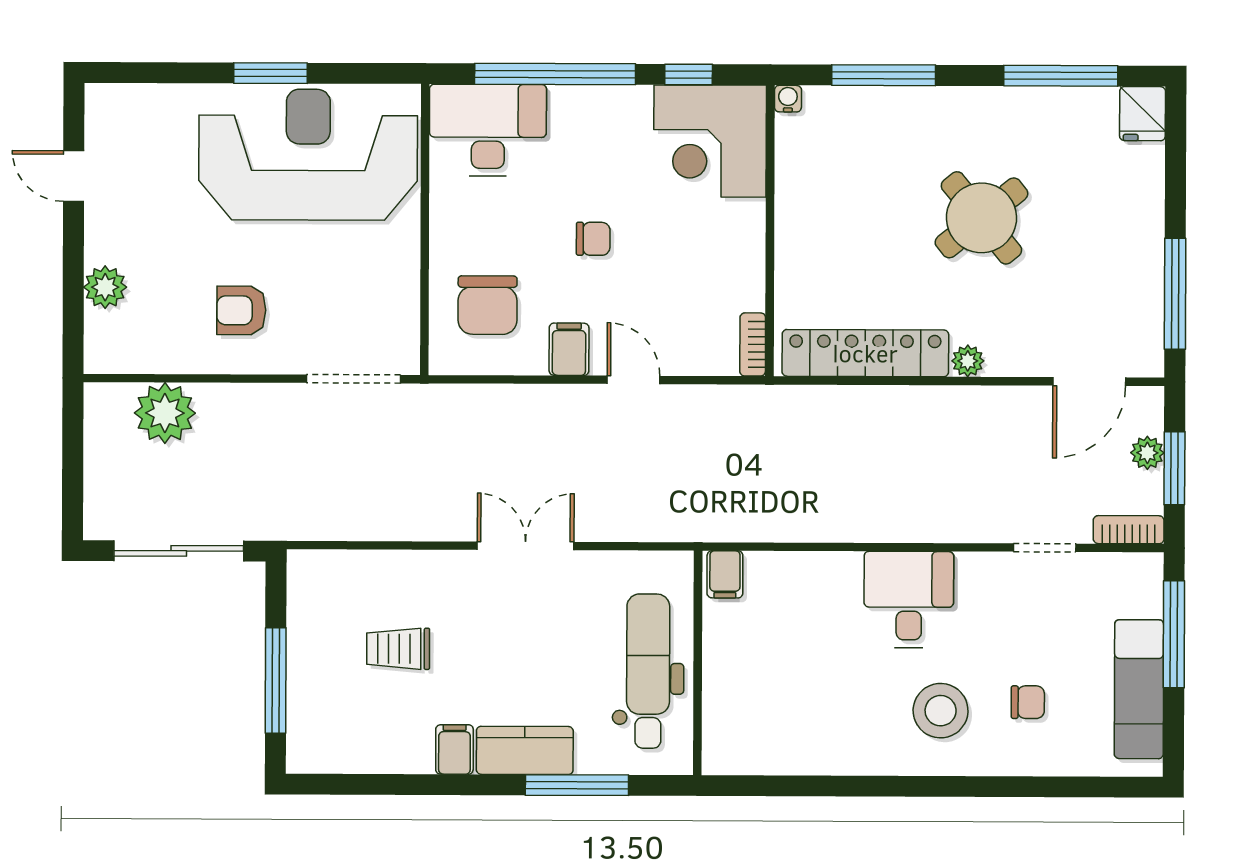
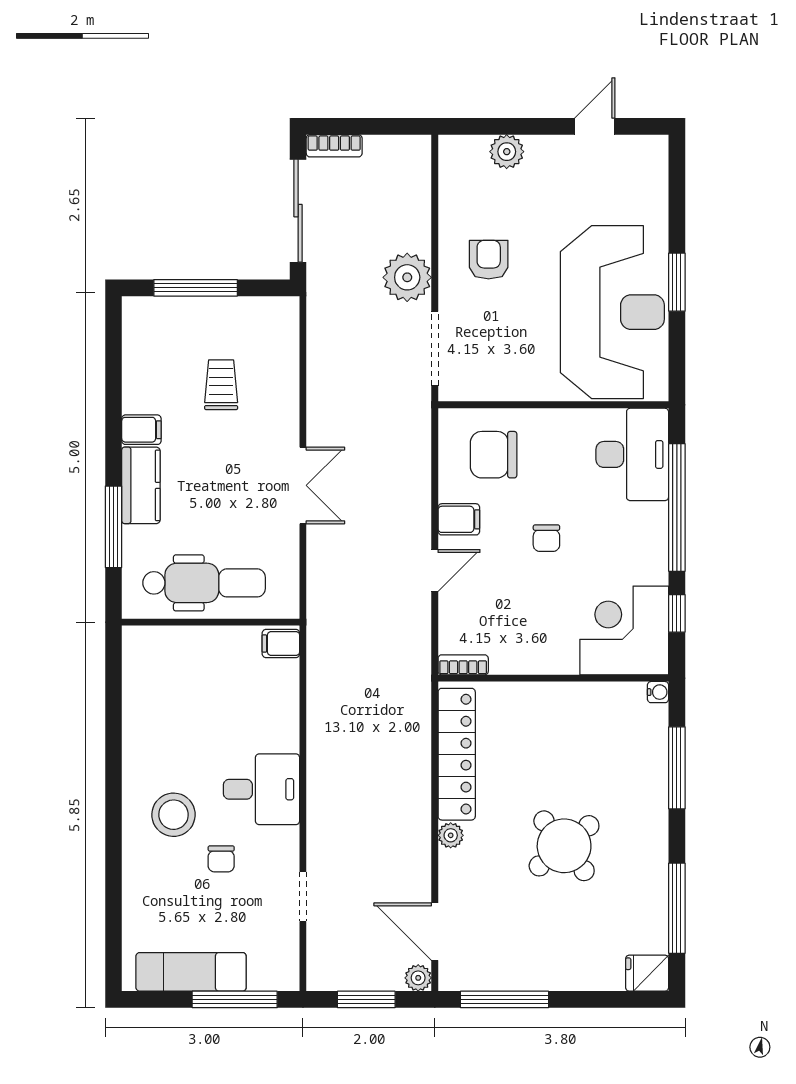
plant: (165, 413) -> (407, 277), moved
plant: (1147, 453) -> (418, 978), moved
bookcase: (1129, 530) -> (334, 146), moved, turned 90
chair: (1028, 702) -> (221, 859), moved

